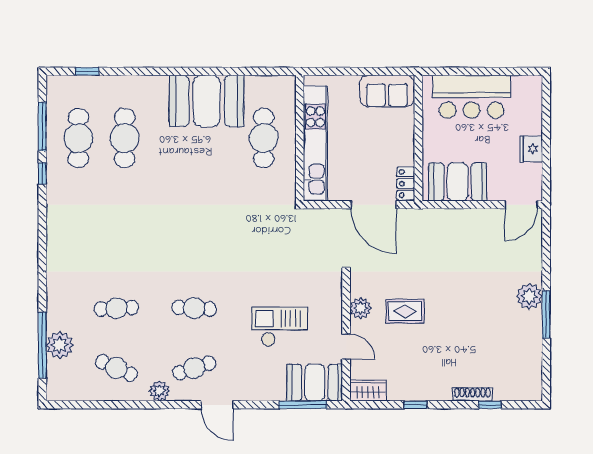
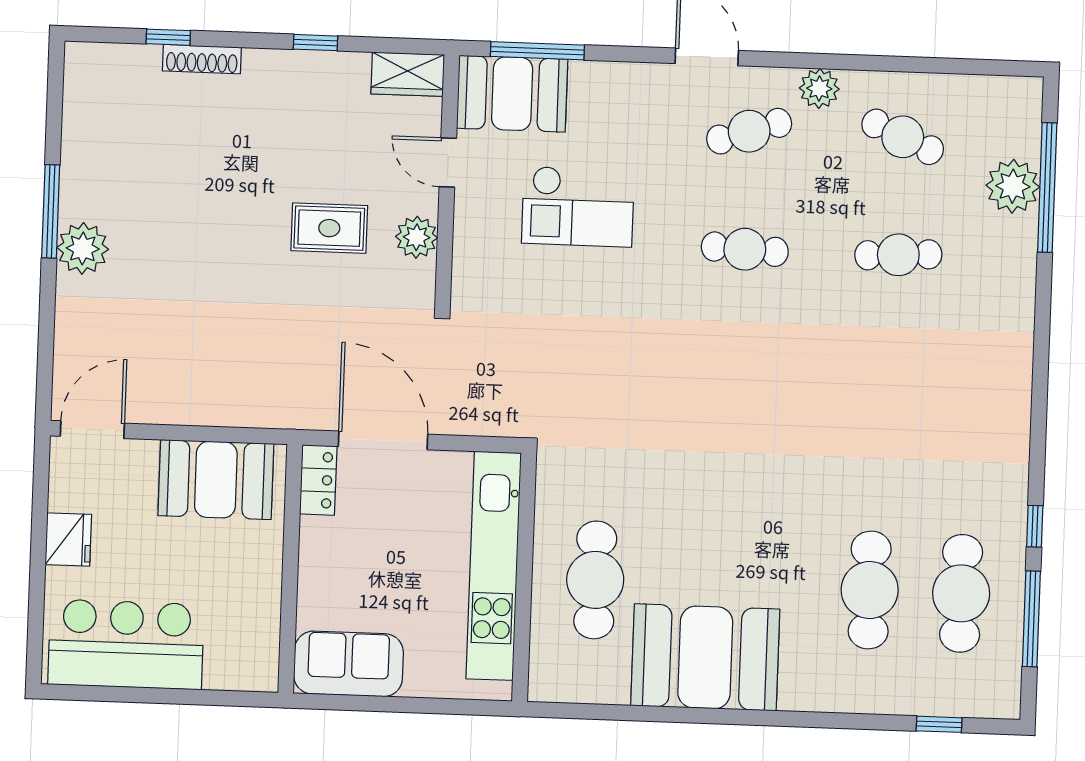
bar counter: (472, 97) -> (126, 644), moved

